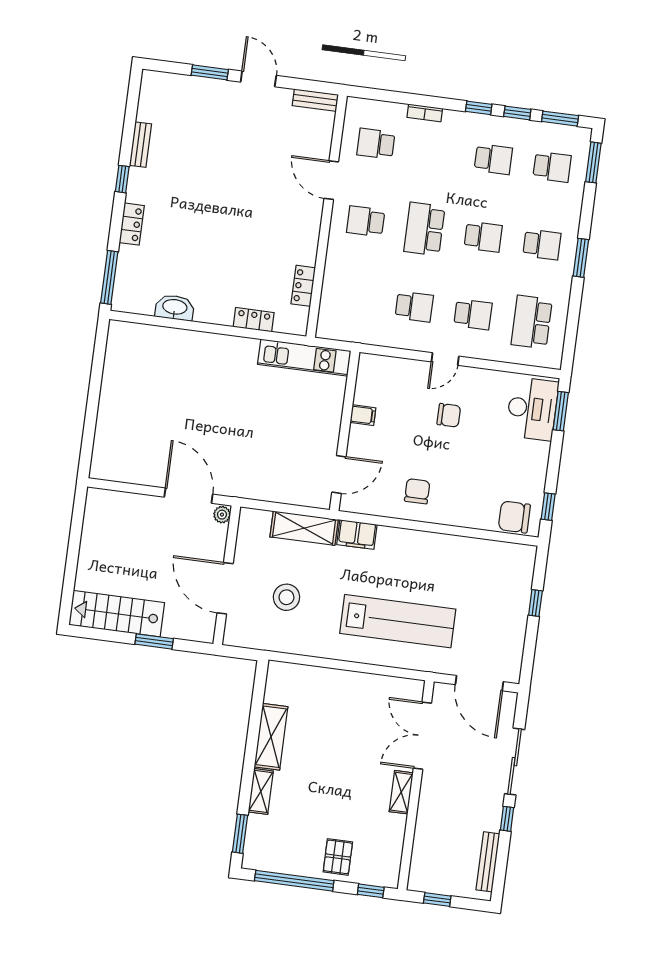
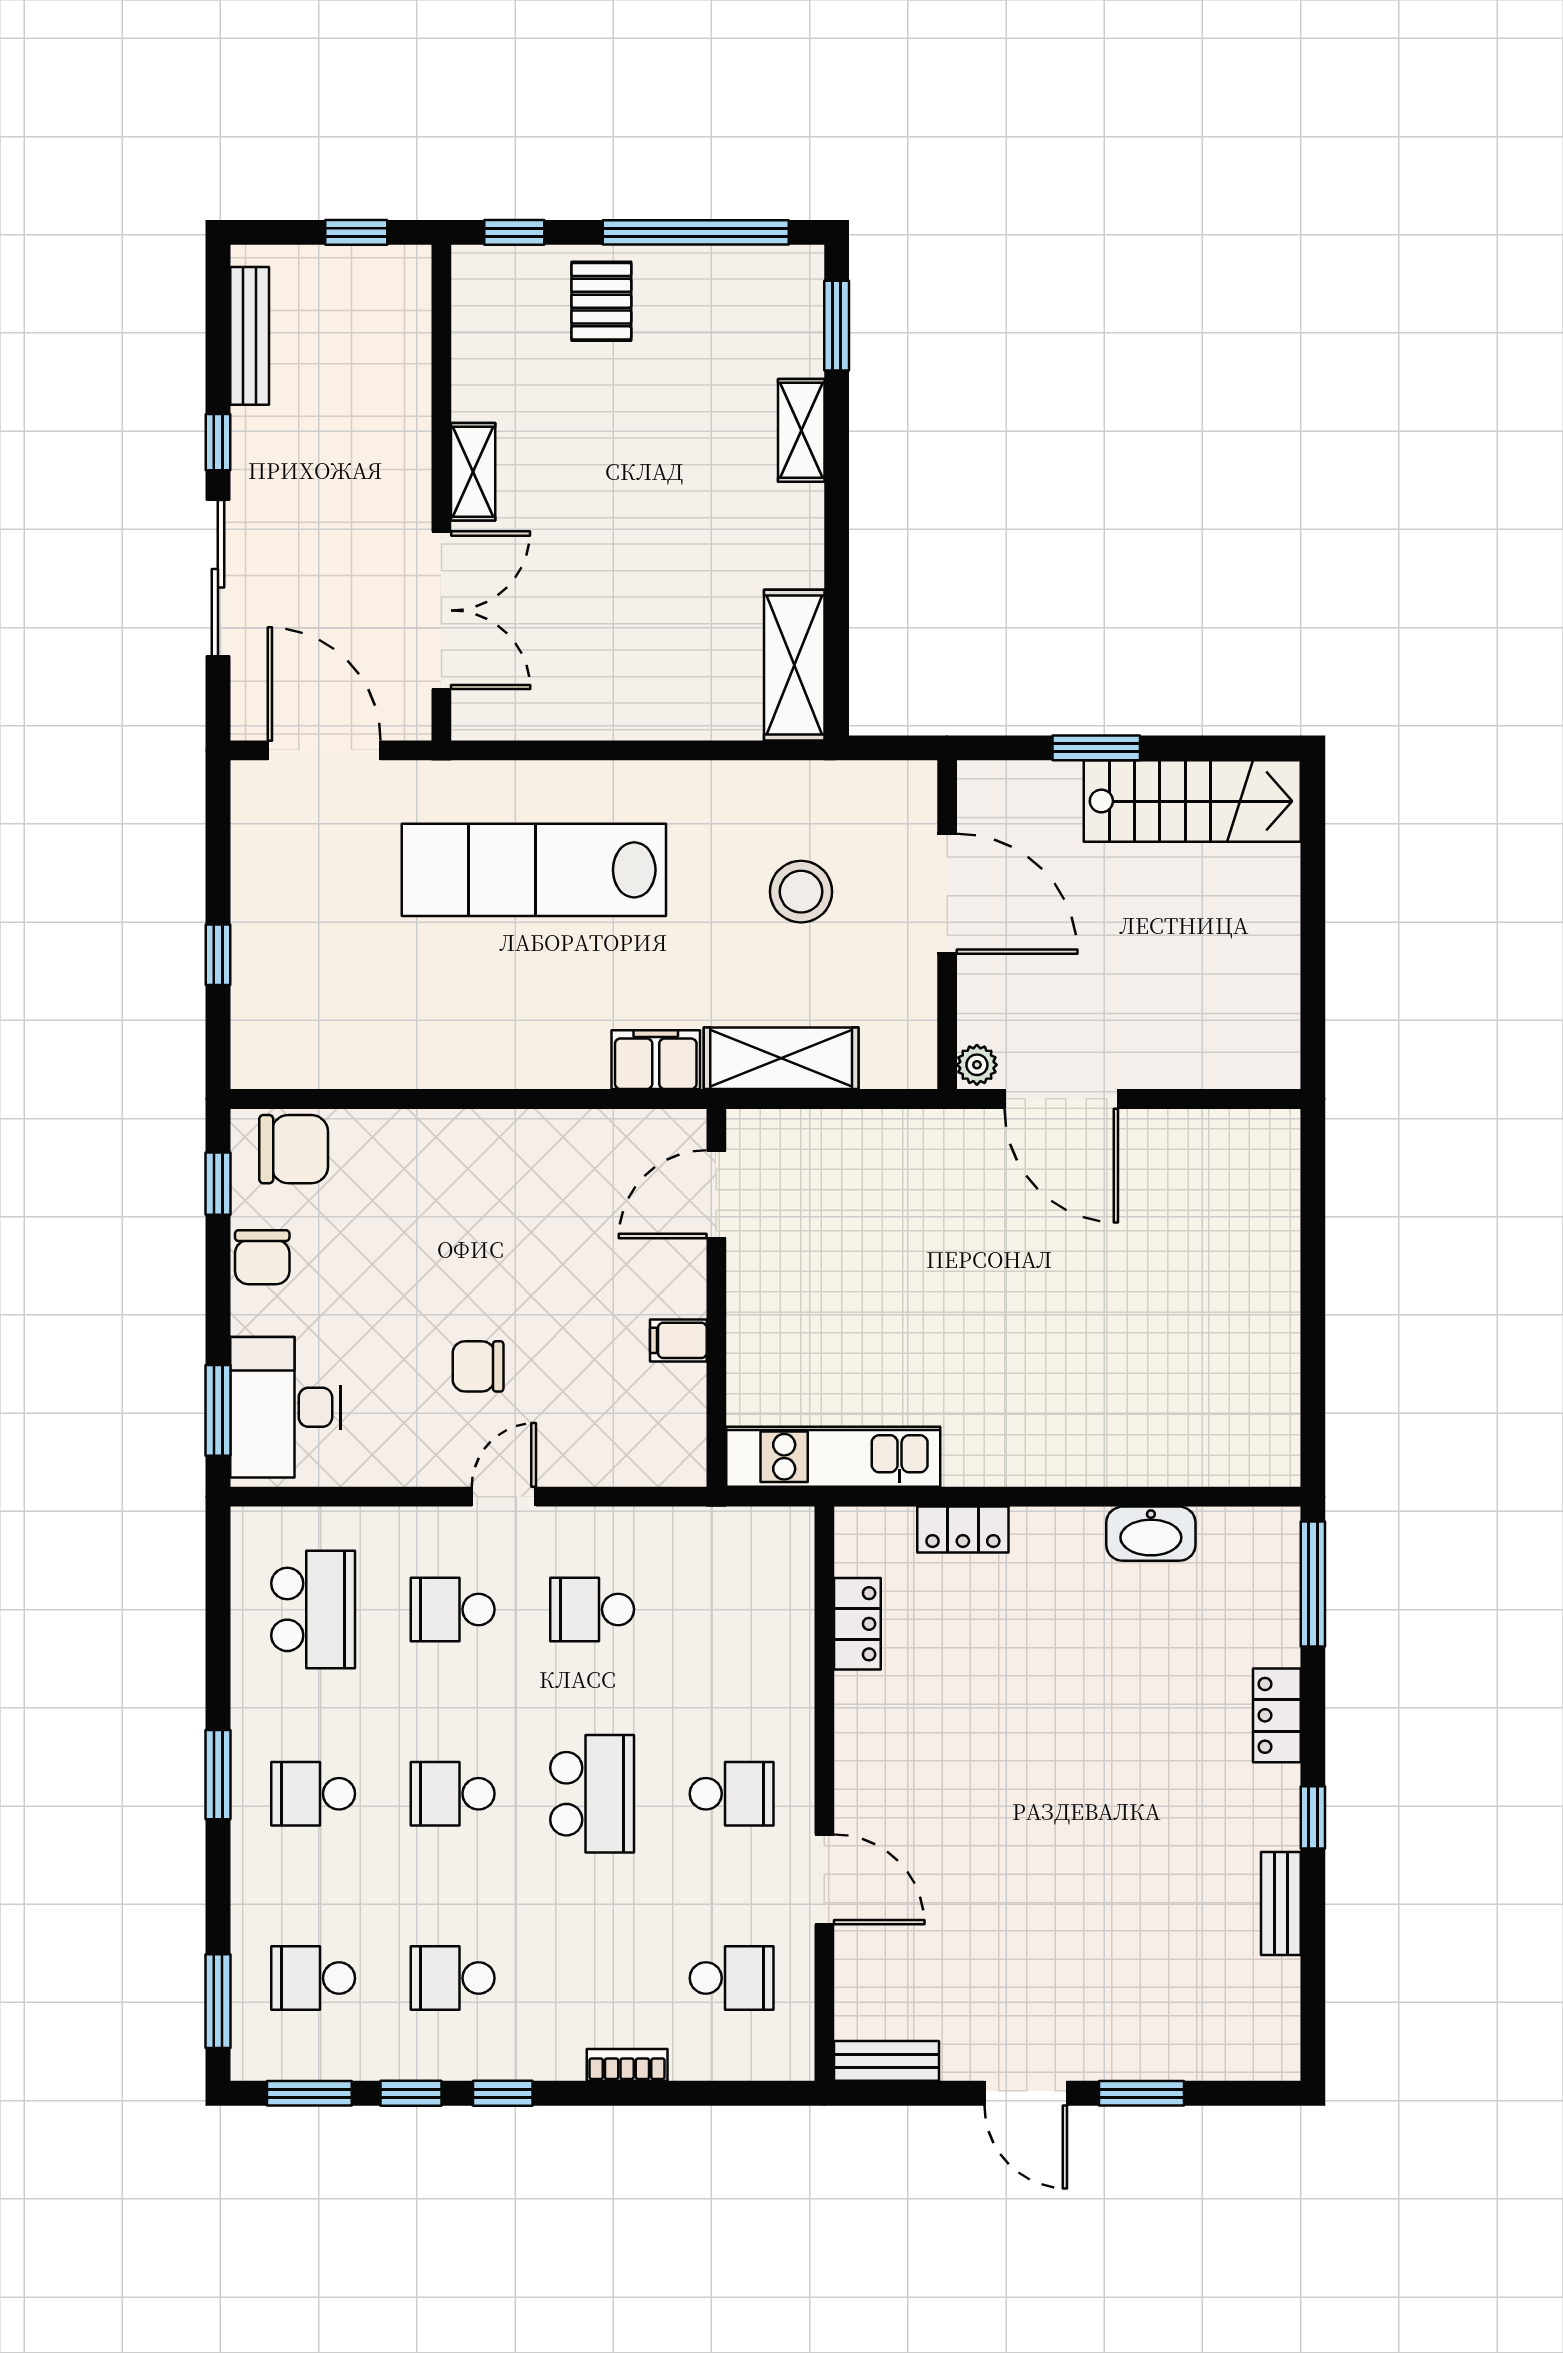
chair: (417, 491) -> (262, 1257), moved
shelving: (271, 737) -> (794, 665), moved

